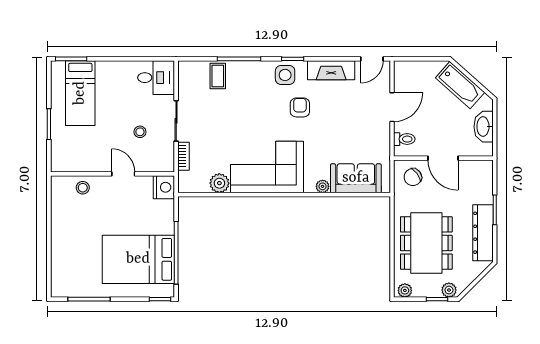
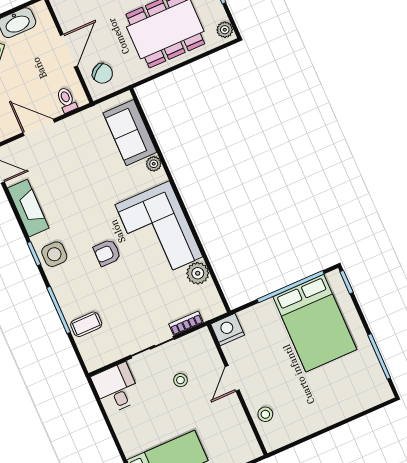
armchair: (300, 107) -> (107, 253), moved

